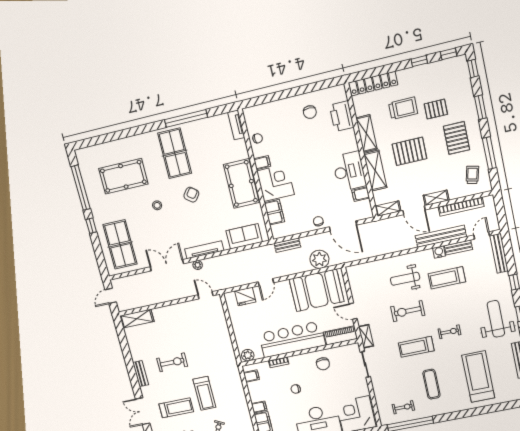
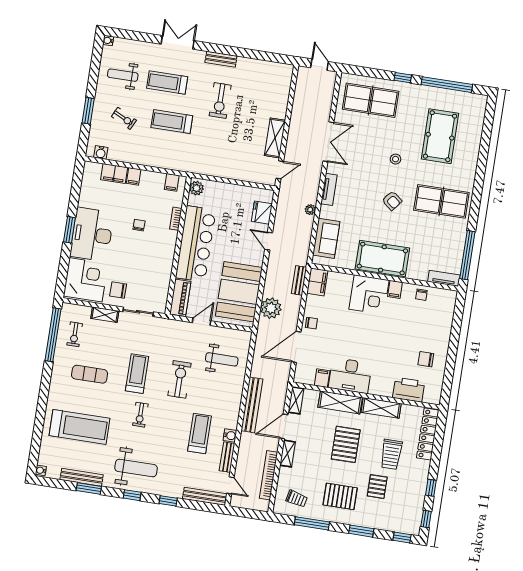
window: (186, 119) -> (467, 255), moved
filing cabinet: (274, 212) -> (317, 282), moved, turned -90
bench: (441, 236) -> (252, 405), moved
tv unit: (204, 250) -> (329, 189), width x0.71
plant: (198, 265) -> (310, 210), moved
weight bench: (405, 279) -> (222, 359), moved, turned 90
shelving: (137, 319) -> (275, 138), moved
shelving: (366, 336) -> (105, 315), moved
chair: (323, 364) -> (118, 290), moved
treadmill: (176, 408) -> (167, 82), turned 90

